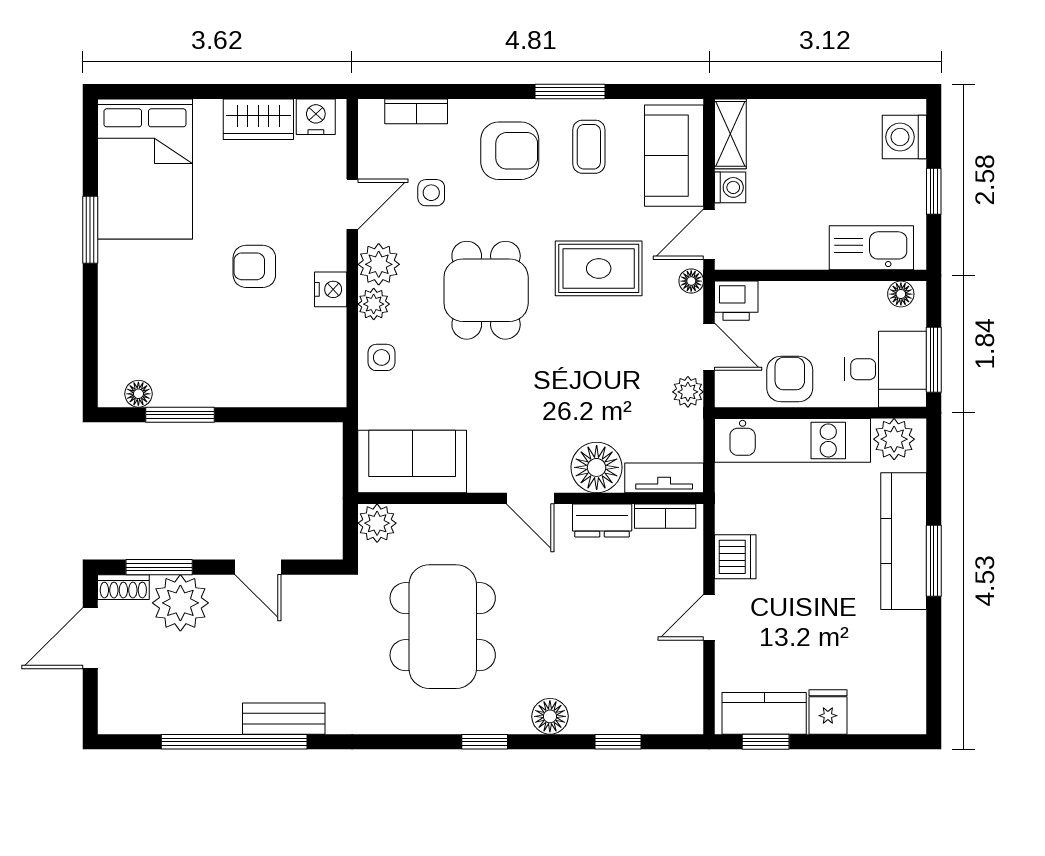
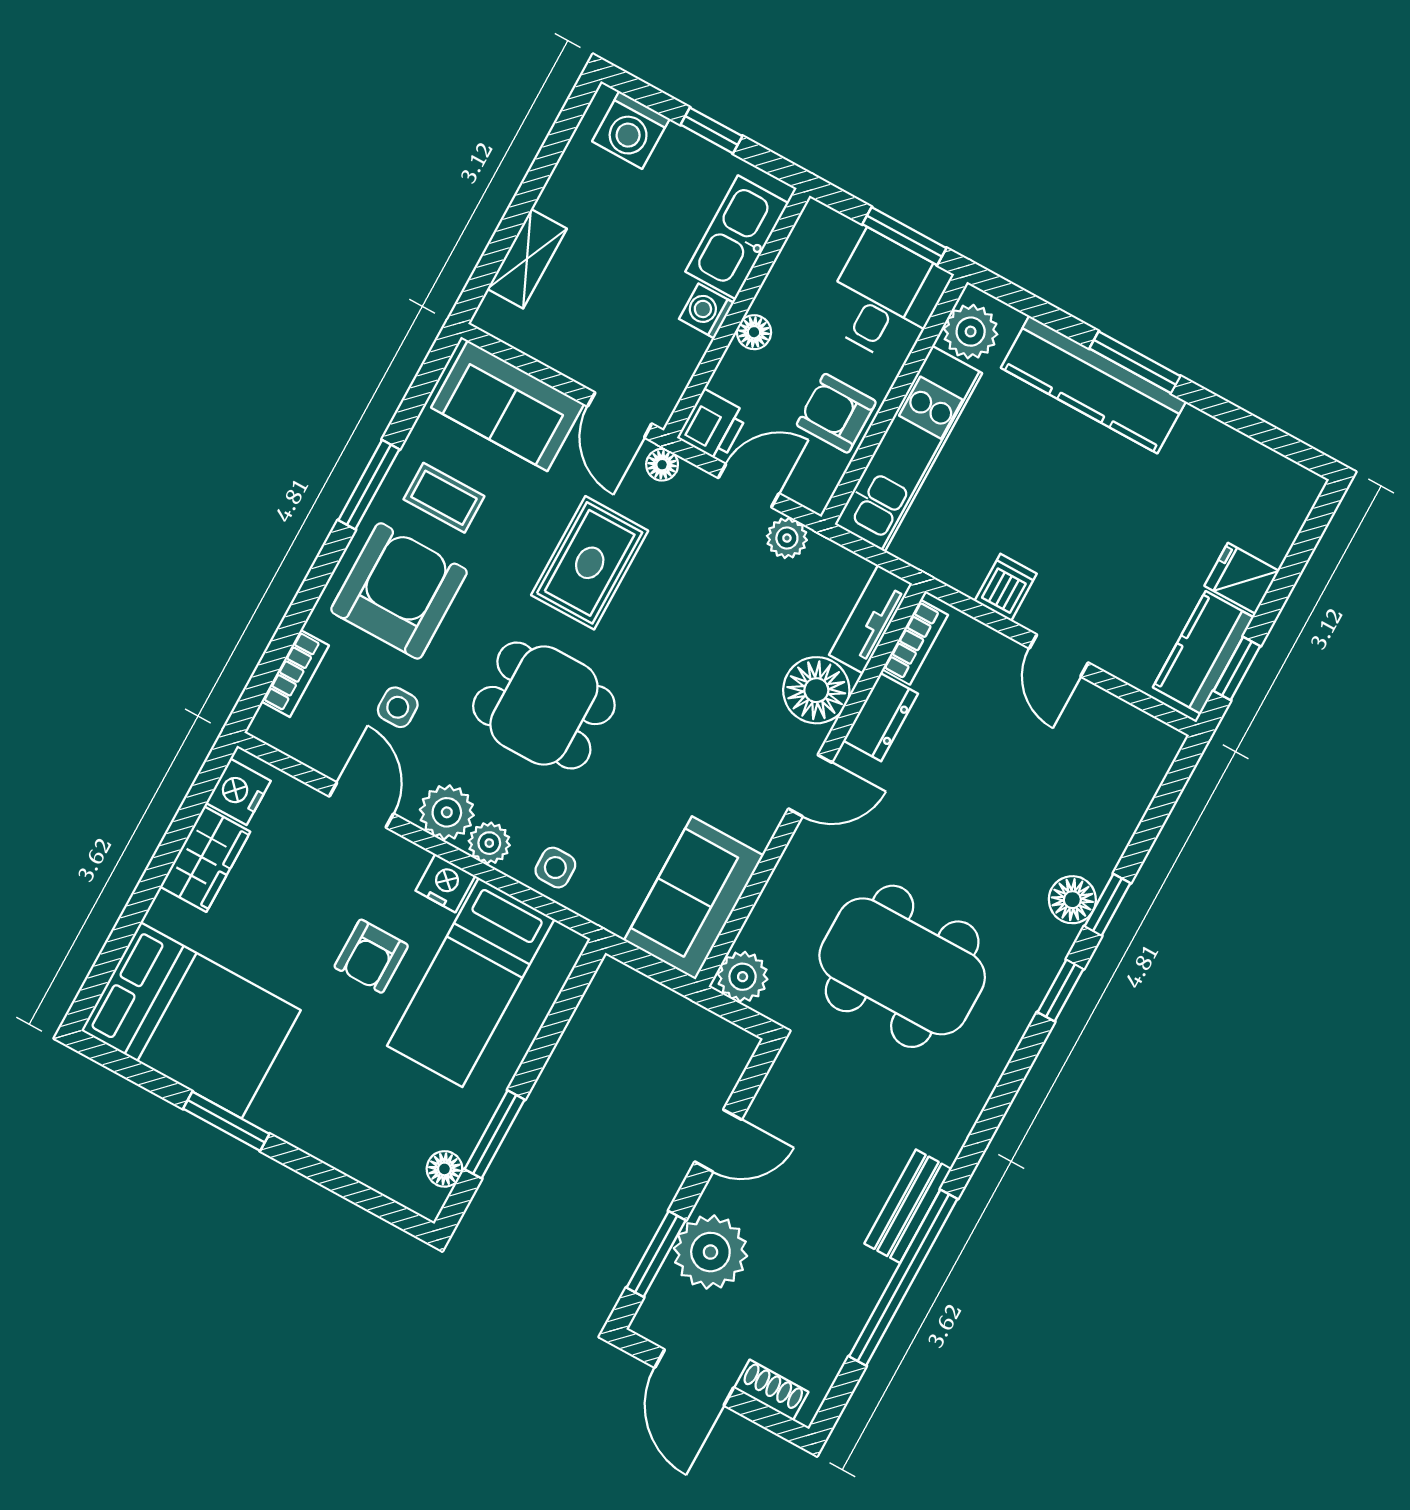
shelving: (730, 134) -> (527, 259), moved, turned 90
armchair: (510, 151) -> (399, 591), width x1.36, depth x1.36
washing machine: (730, 187) -> (706, 311), moved, turned -90
floor lamp: (901, 294) -> (754, 332), moved
bed: (273, 343) -> (471, 982), added
dishwasher: (735, 557) -> (1006, 587), width x0.73
shoe rack: (123, 587) -> (771, 1390), moved, turned -90
window: (618, 742) -> (1108, 905), moved

